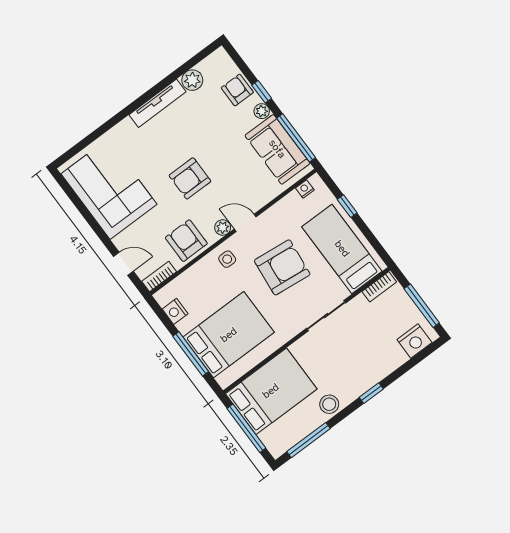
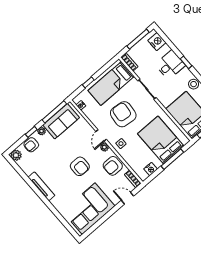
plant: (192, 80) -> (16, 155), moved
door: (123, 264) -> (127, 198), hinge flipped
desk: (369, 363) -> (170, 65), added

